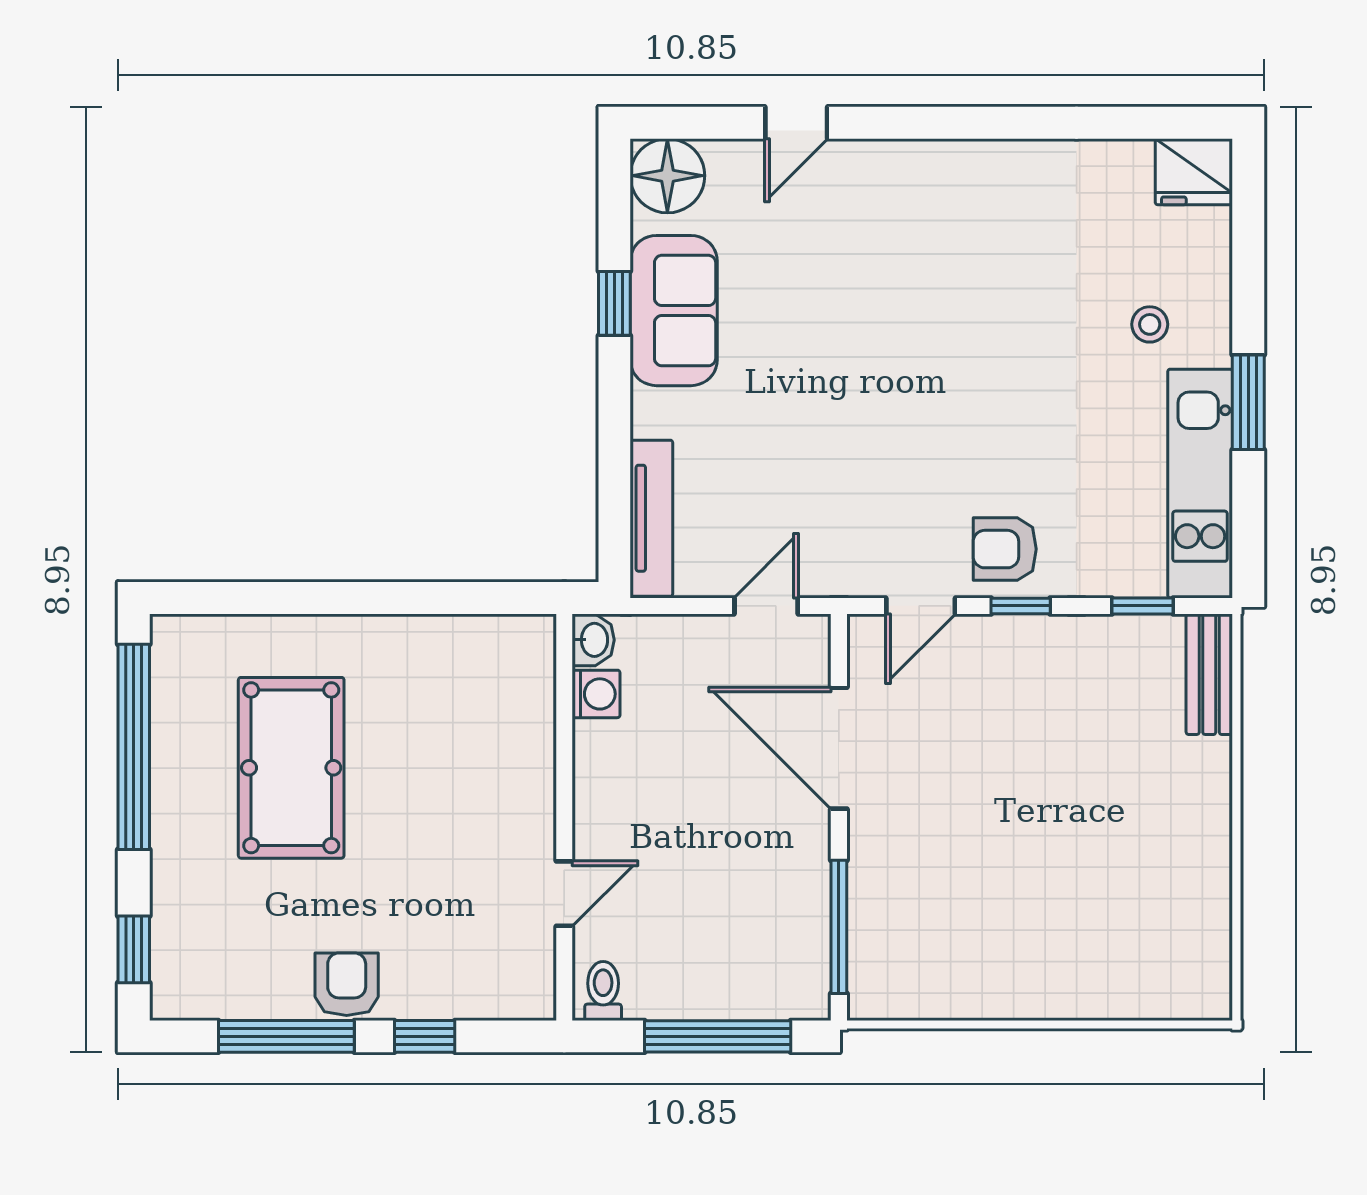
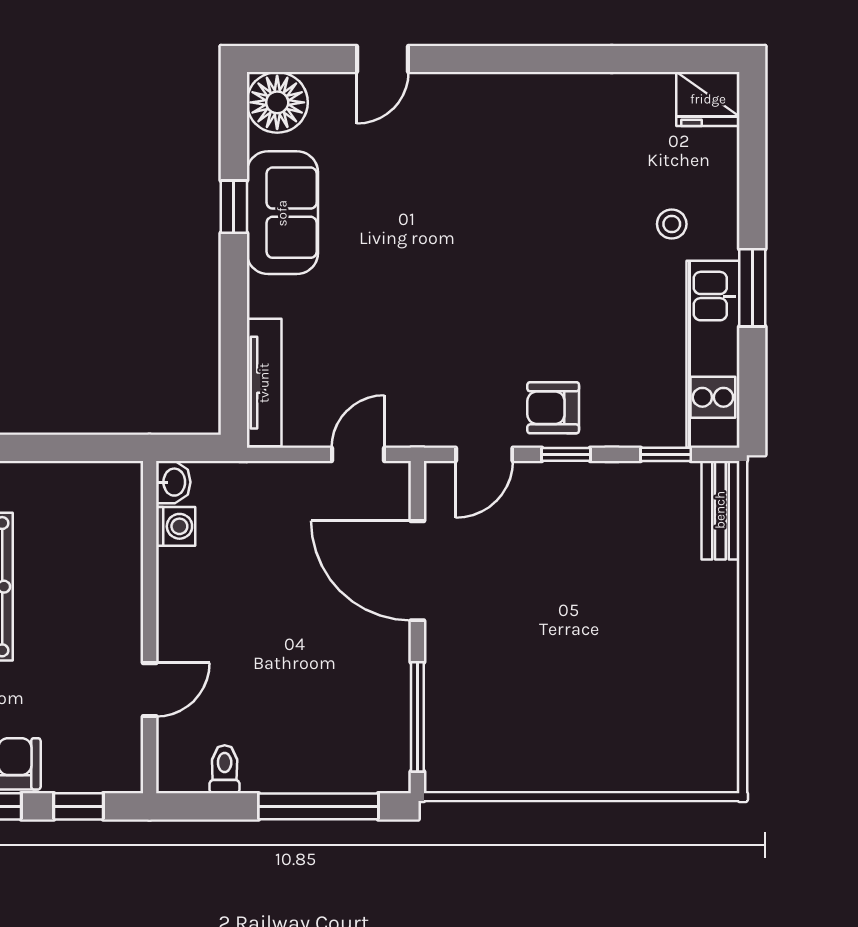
washbasin: (593, 640) -> (173, 482), moved
washing machine: (596, 694) -> (176, 526), moved
wall: (564, 817) -> (150, 627), moved
door: (564, 894) -> (150, 690), moved

